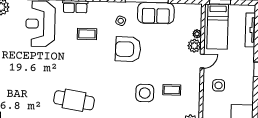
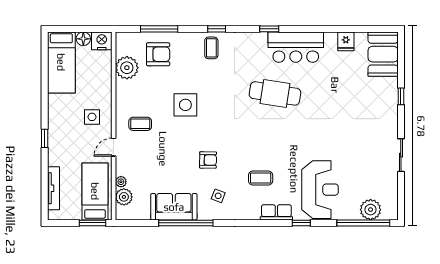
plant: (194, 46) -> (124, 197), moved
armchair: (128, 49) -> (208, 160), width x0.53, depth x0.53
coffee table: (172, 90) -> (140, 124), moved

